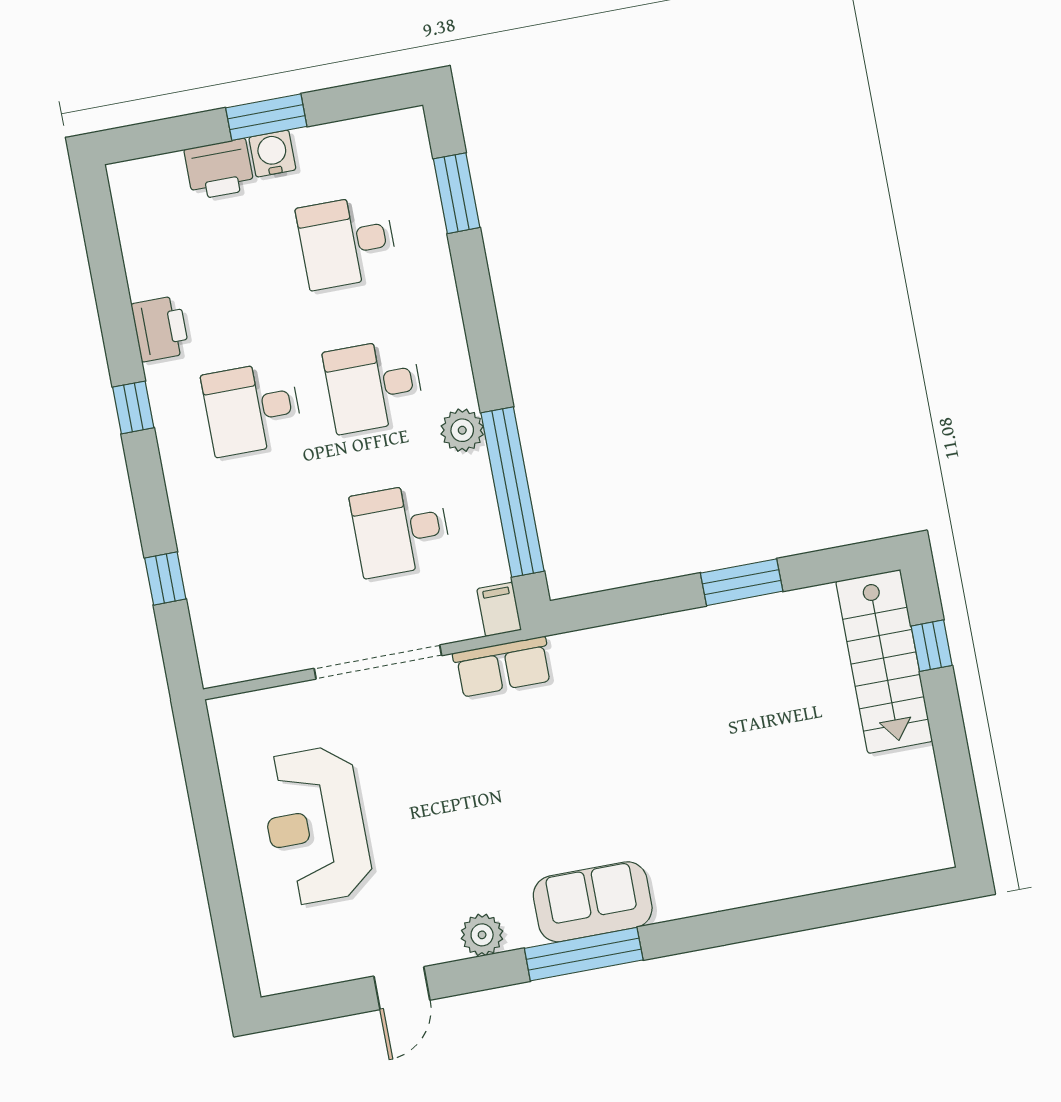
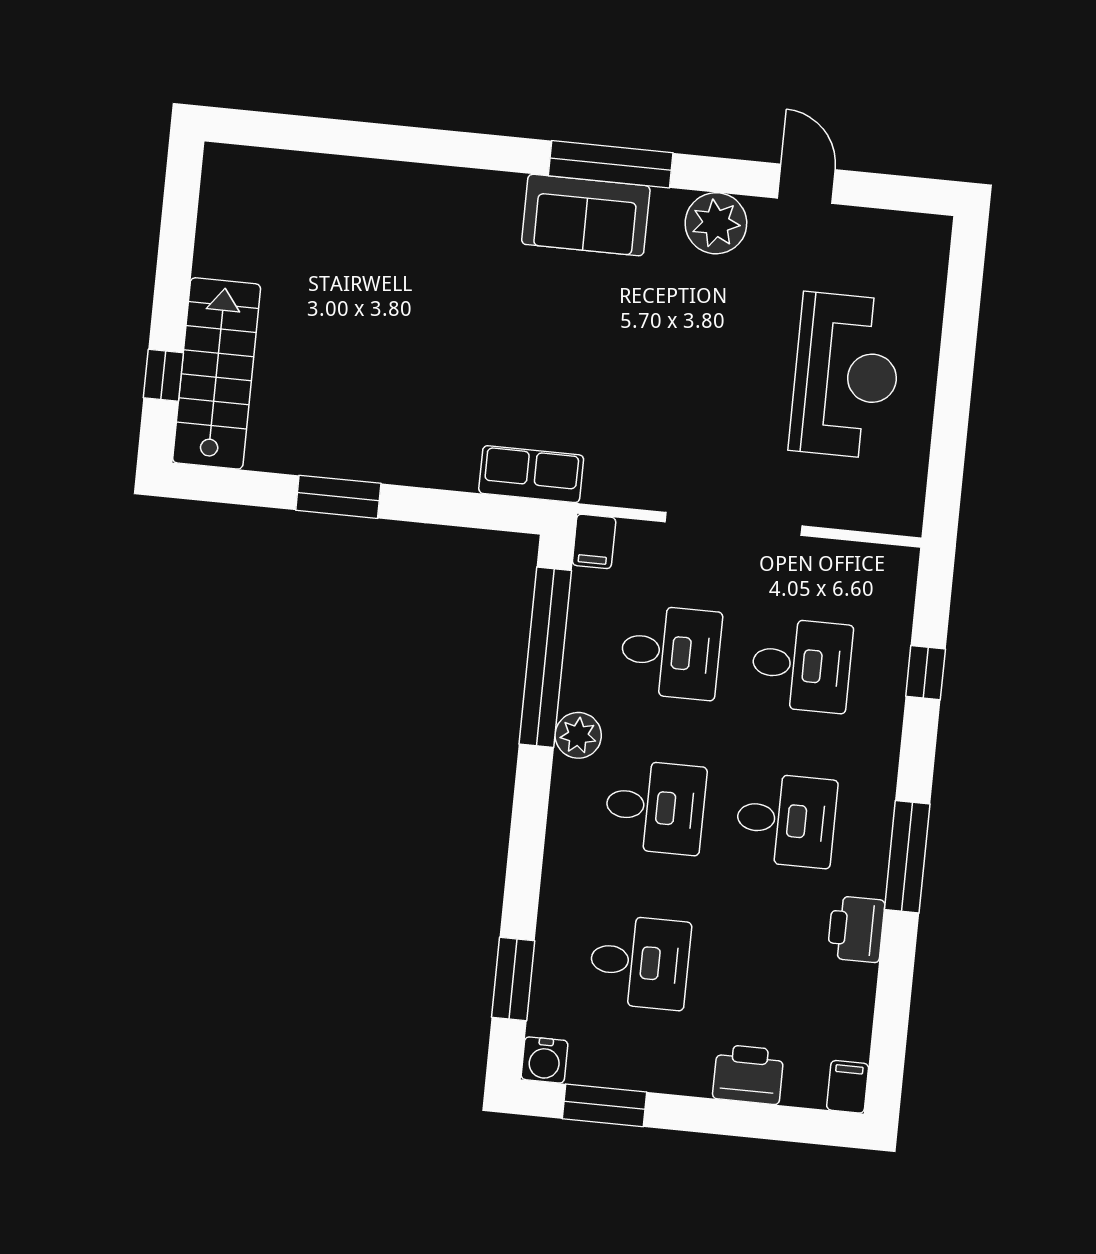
window: (266, 117) -> (605, 1105), moved
water cooler: (272, 154) -> (544, 1060), moved
filing cabinet: (126, 184) -> (848, 1087), added
window: (133, 407) -> (907, 857), width x2.17
desk: (279, 552) -> (801, 665), added
row of seats: (503, 667) -> (531, 474), moved
plant: (482, 935) -> (716, 223), width x1.36, depth x1.36
door: (402, 988) -> (806, 184), hinge flipped

